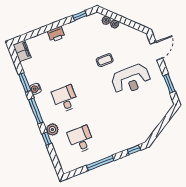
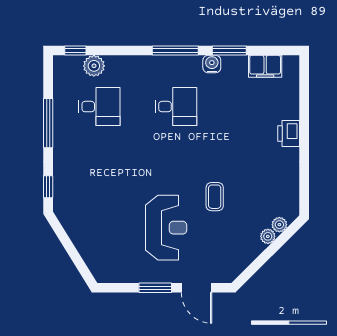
window: (80, 16) -> (304, 184), removed
filing cabinet: (22, 51) -> (265, 66), moved
reception desk: (131, 79) -> (166, 228), turned 180
window: (169, 84) -> (155, 288), moved
plant: (52, 129) -> (94, 66), moved
window: (47, 139) -> (75, 51), moved

